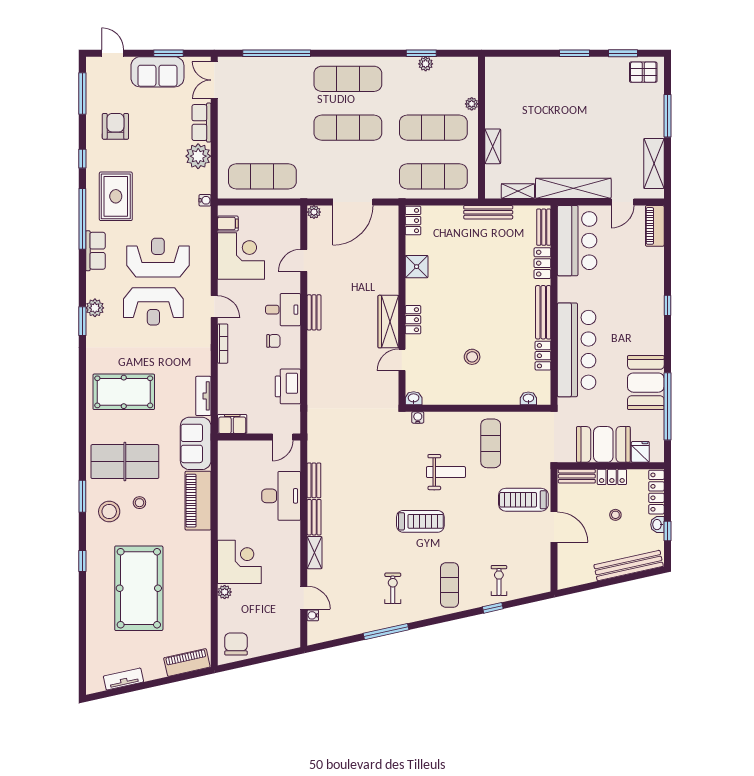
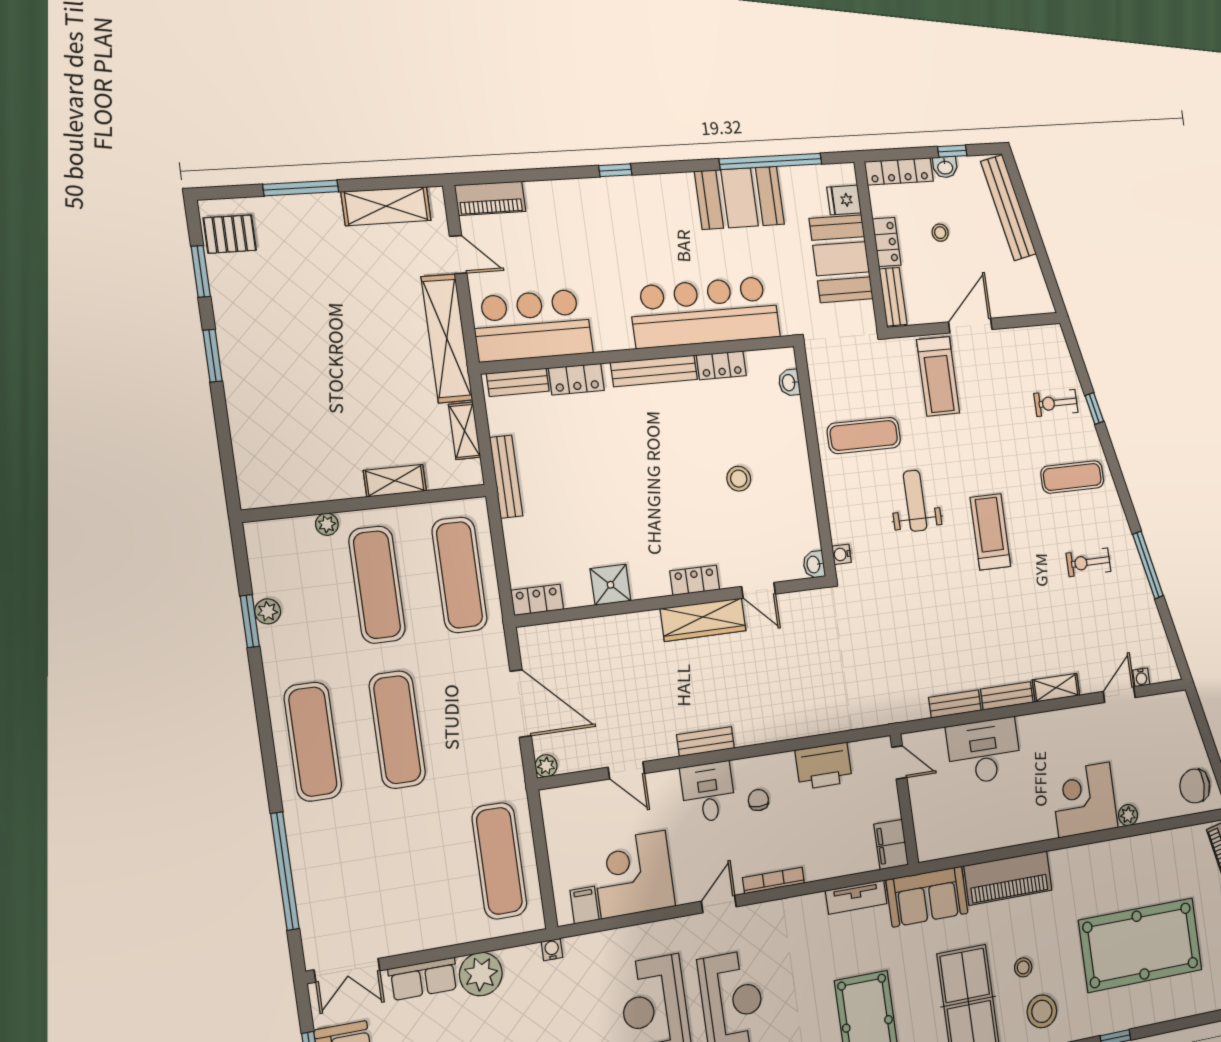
pallet: (643, 72) -> (230, 234), turned 90

